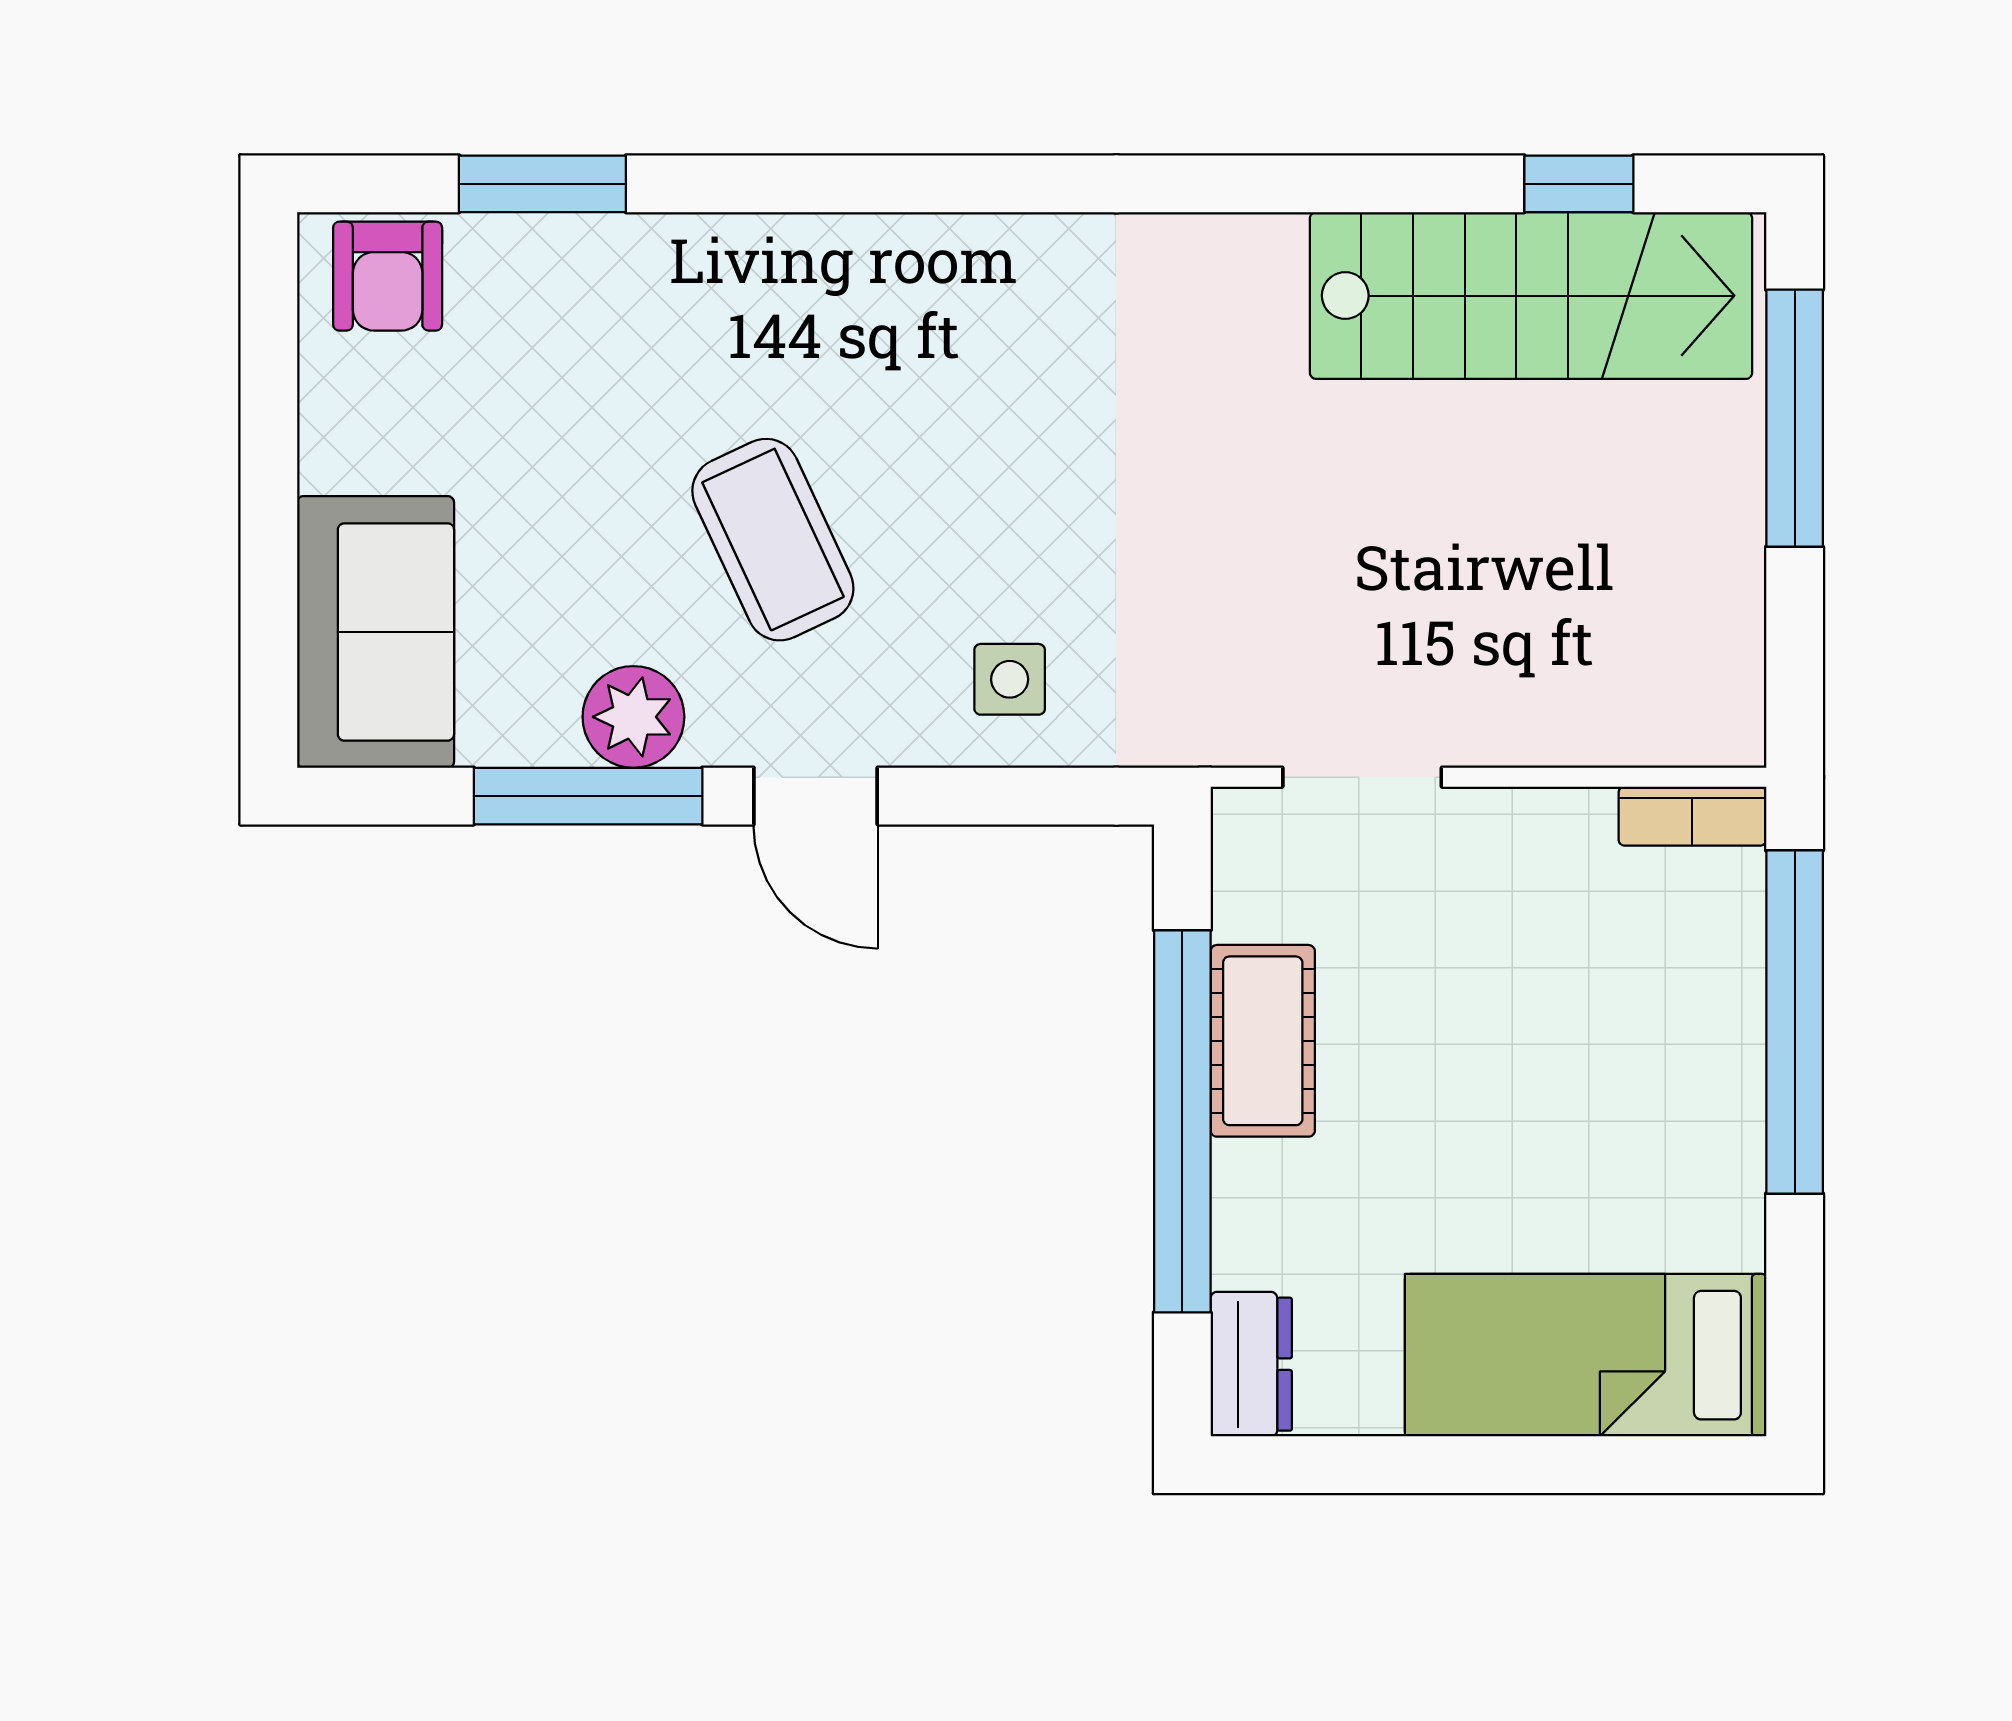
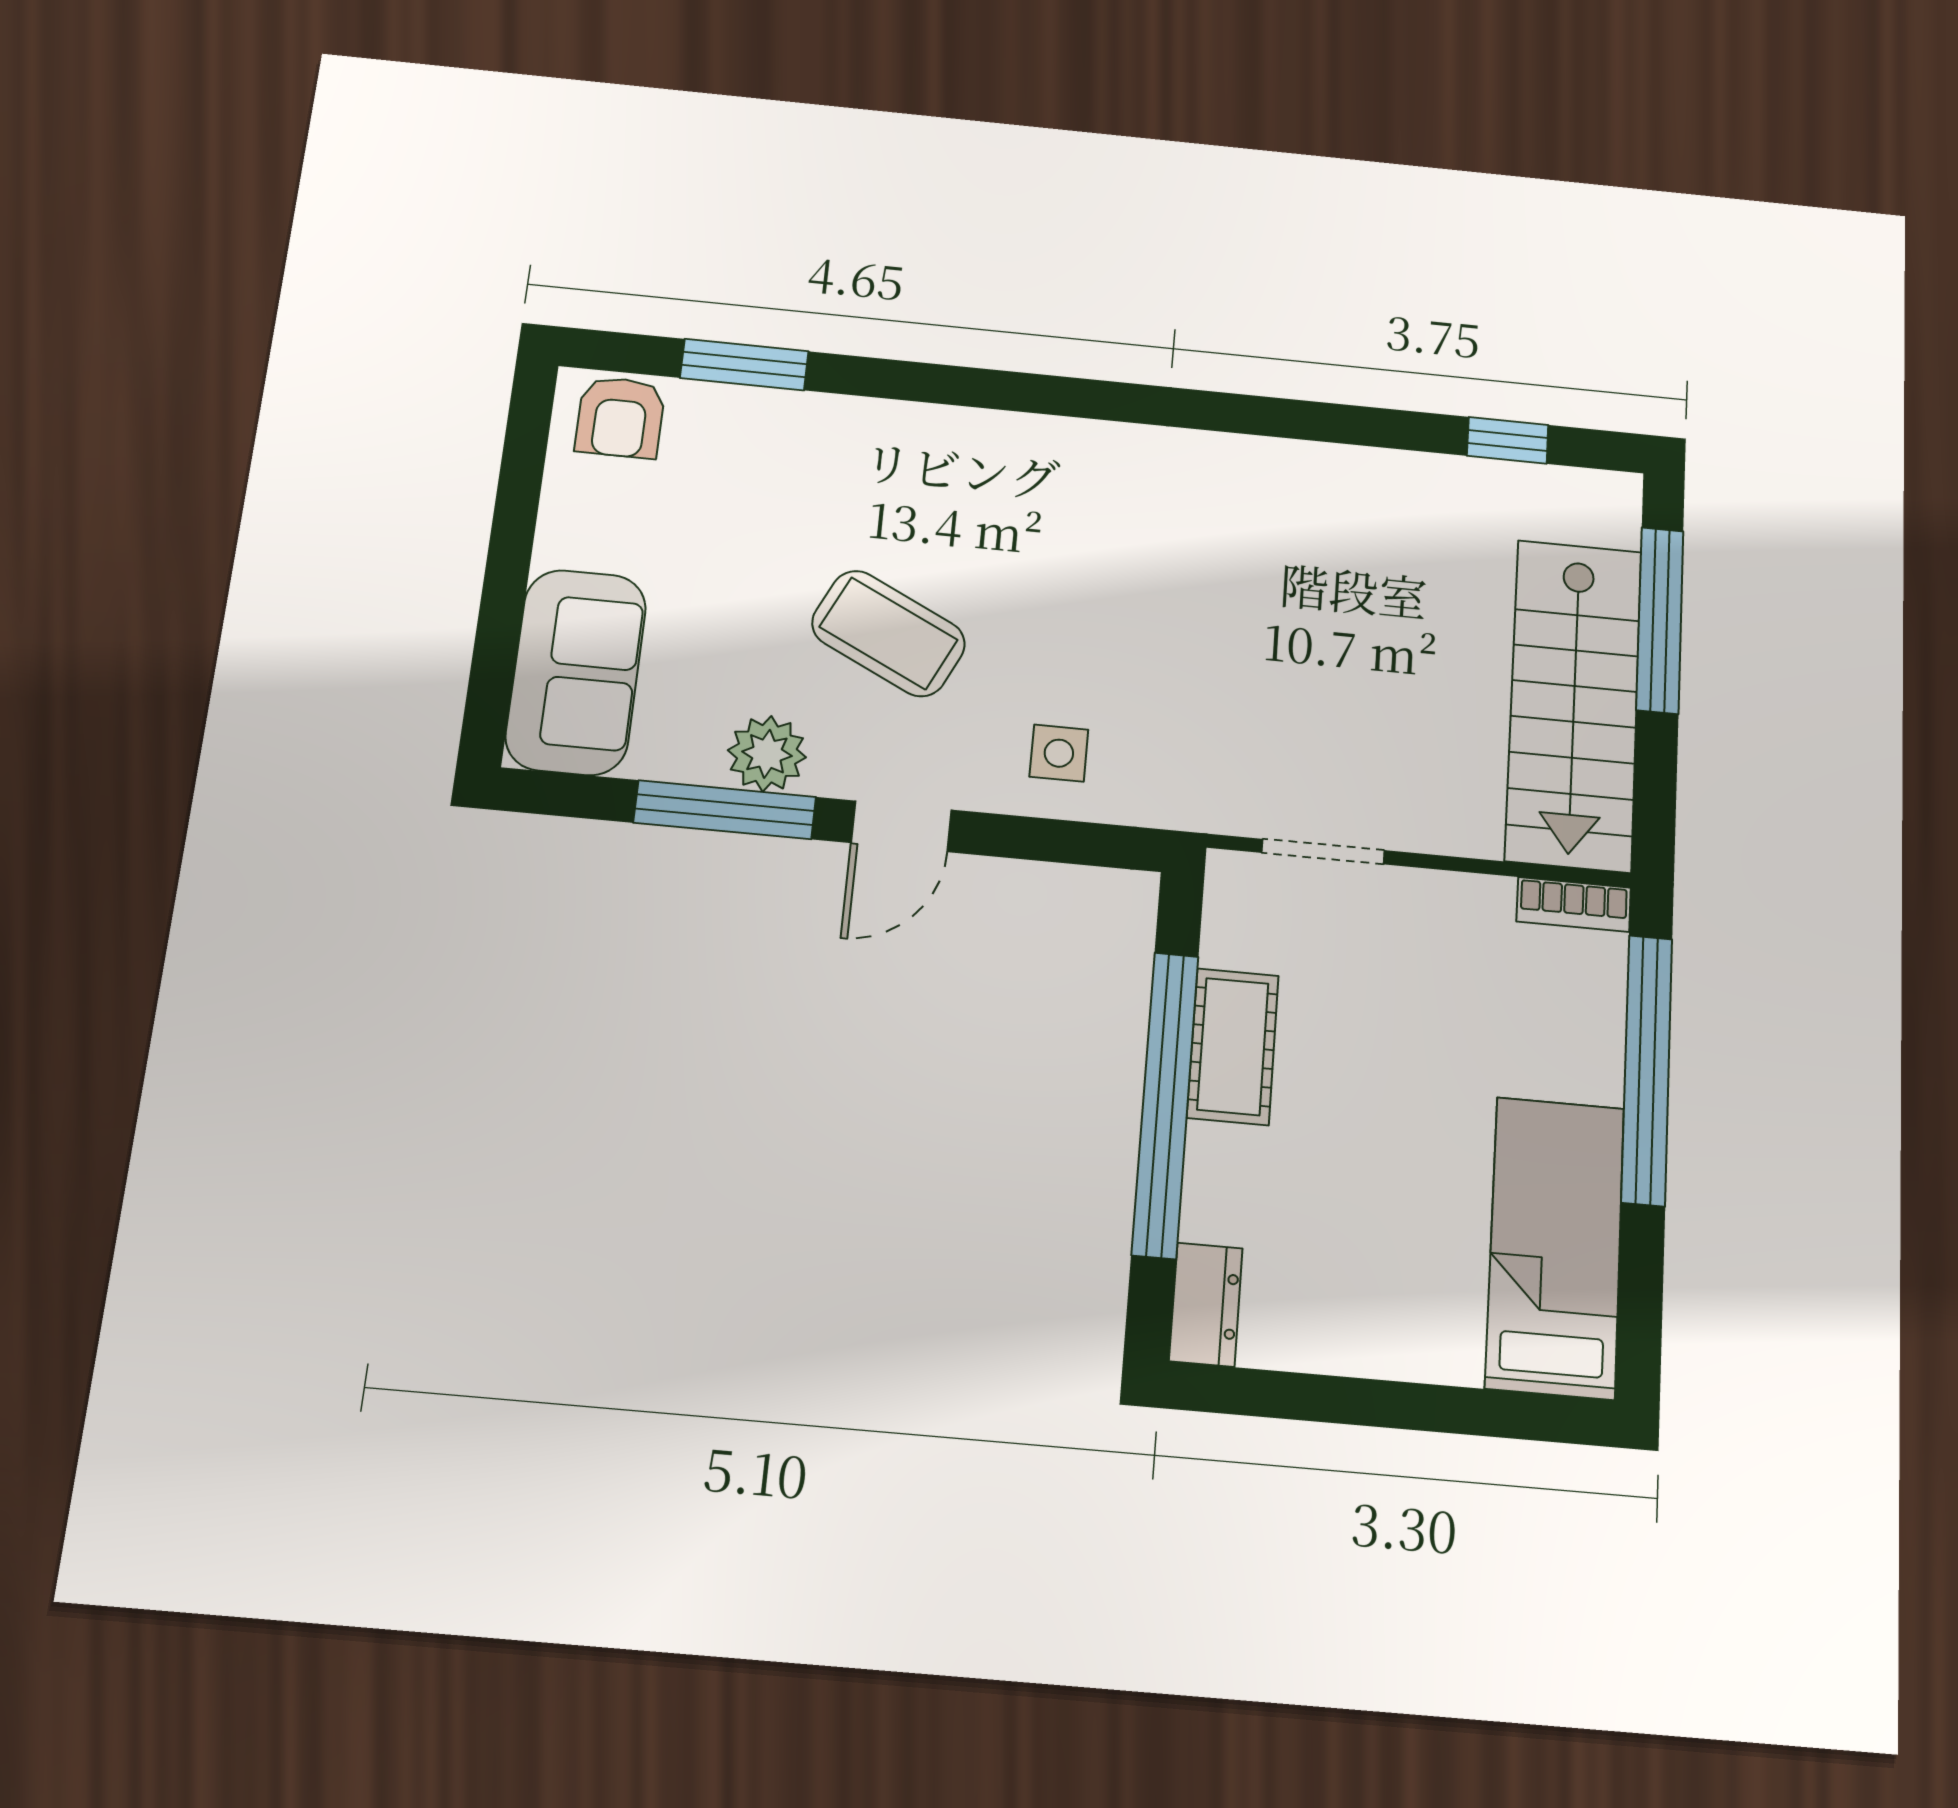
stairs: (1531, 296) -> (1574, 704), moved, turned 90
coffee table: (773, 540) -> (888, 633), turned -39
door: (816, 796) -> (901, 826), hinge flipped
bed: (1586, 1355) -> (1555, 1247), moved, turned 90

